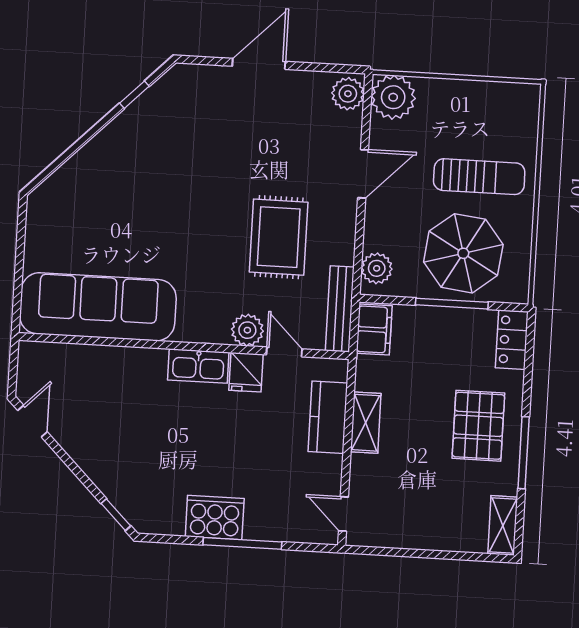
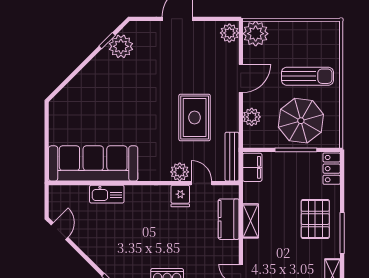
plant: (158, 106) -> (121, 46), added
plant: (377, 268) -> (252, 117), moved
kitchen sink: (198, 366) -> (107, 194), moved

